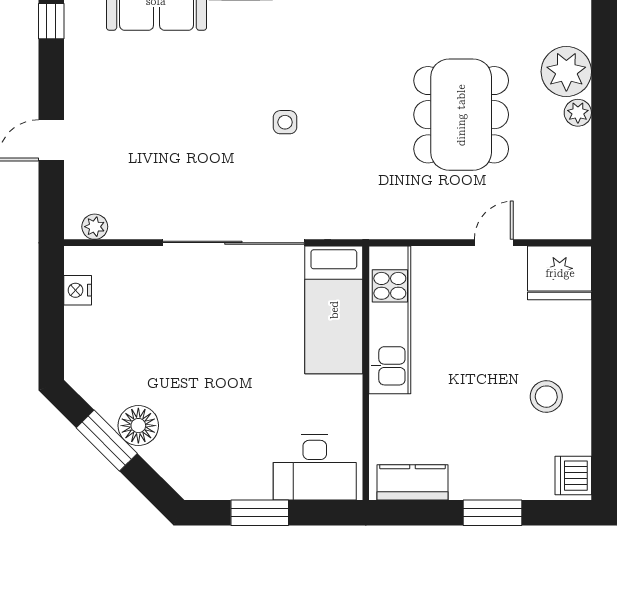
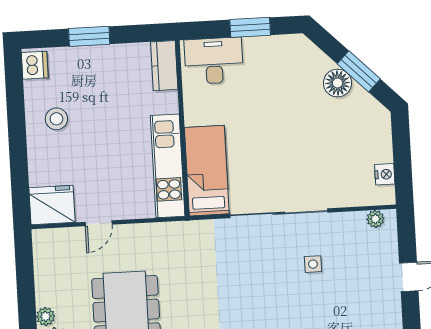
side table: (285, 122) -> (313, 264), moved
kitchen counter: (412, 482) -> (164, 66), moved, turned 90

